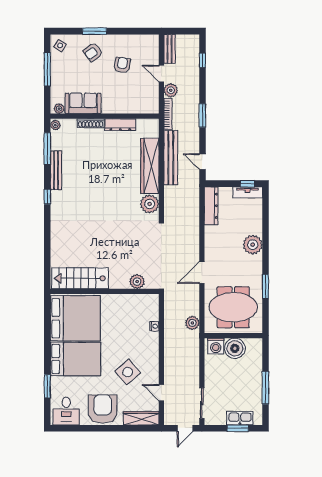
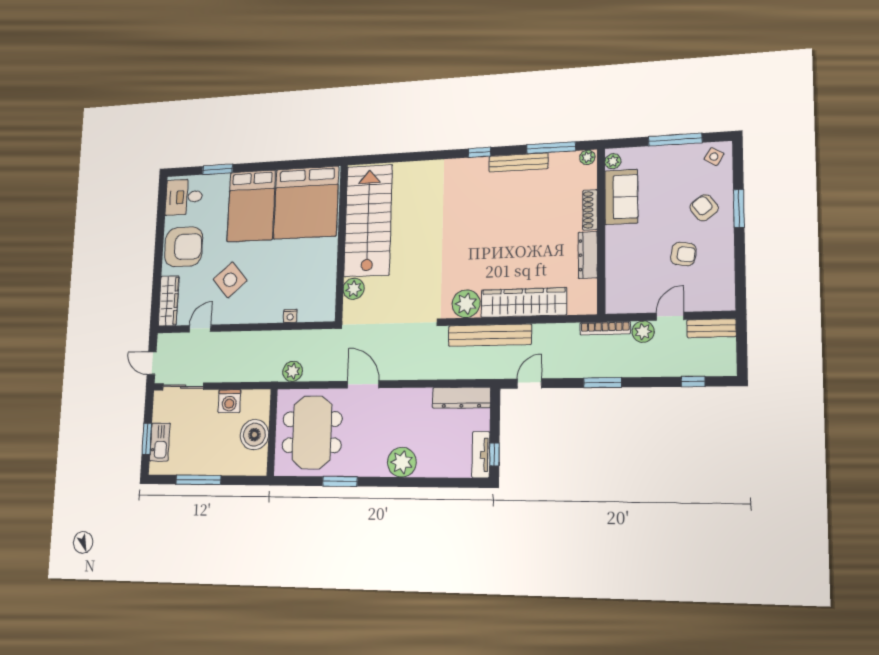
bench: (171, 158) -> (490, 335), moved
stairs: (80, 278) -> (368, 221), width x1.36, depth x1.51
washing machine: (216, 346) -> (229, 401), moved, turned -90

